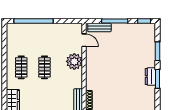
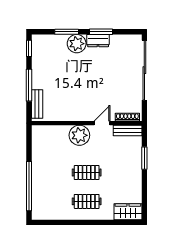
door: (84, 40) -> (102, 123), moved
plant: (148, 59) -> (77, 44), added

